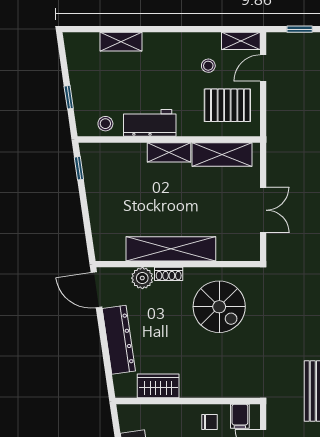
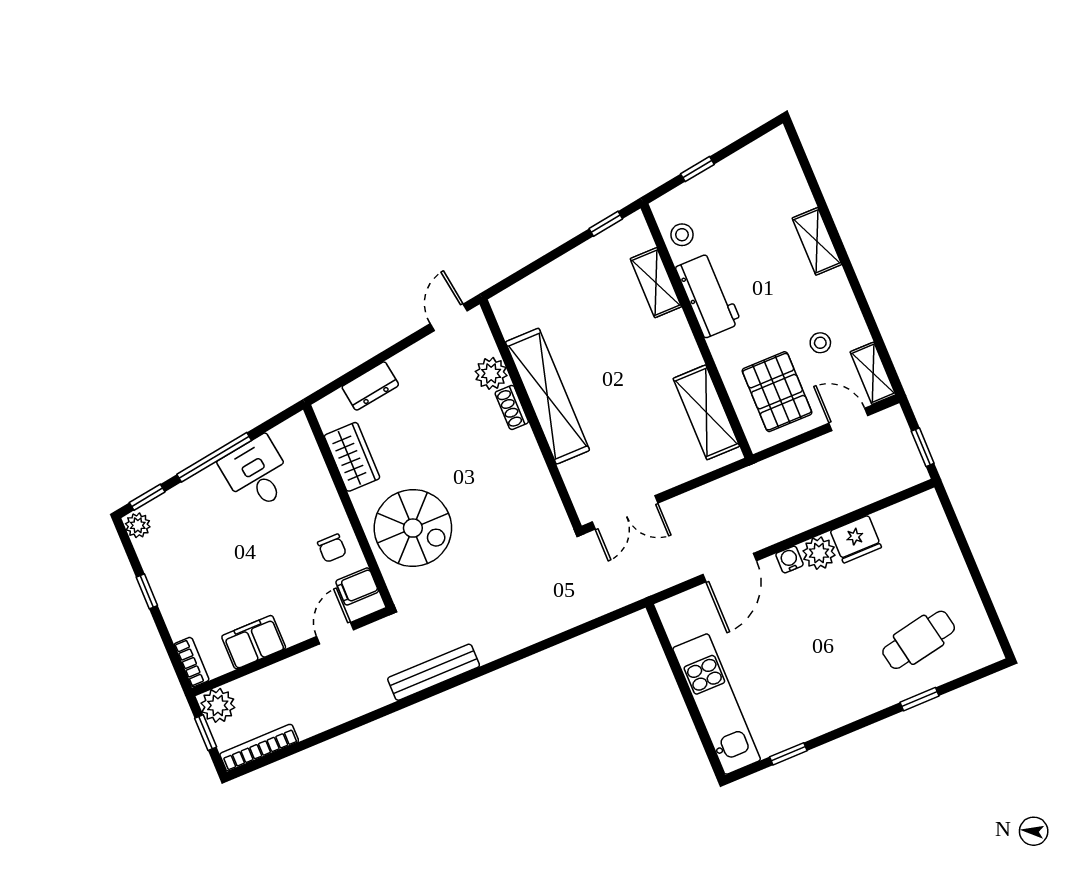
shelving: (121, 42) -> (817, 241), moved
shelving: (169, 152) -> (656, 283), moved
double door: (263, 210) -> (625, 512), moved
door: (96, 290) -> (449, 317), width x0.73
spiral stairs: (219, 307) -> (413, 528), moved, turned -90
dresser: (119, 340) -> (370, 386), width x0.51, depth x0.80

